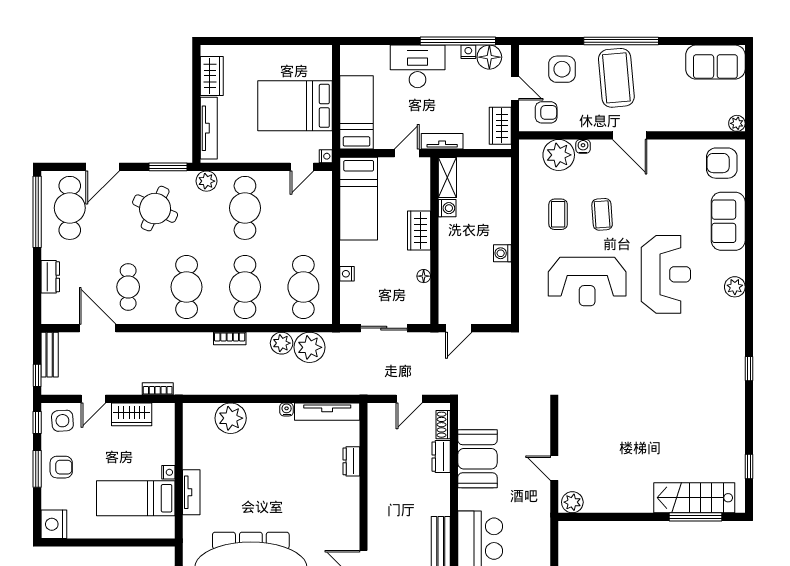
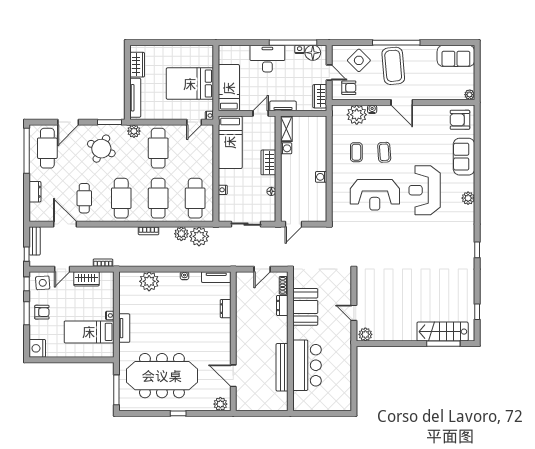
side table: (562, 69) -> (359, 60), turned 45
reception desk: (666, 274) -> (425, 190), turned 180
tv unit: (327, 412) -> (216, 277), width x0.71

